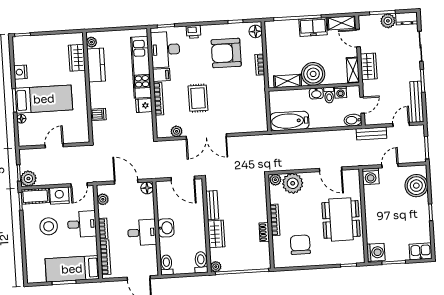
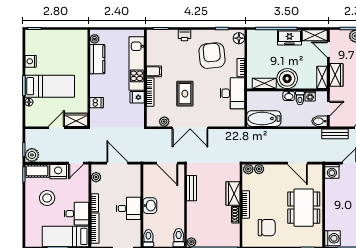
desk: (165, 50) -> (232, 93), moved, turned 180
armchair: (226, 53) -> (212, 56), turned 84
wardrobe: (77, 58) -> (76, 120), moved, turned 90
plant: (293, 183) -> (259, 169), width x0.53, depth x0.53
floor lamp: (147, 188) -> (135, 170), removed
desk: (82, 224) -> (76, 214), moved
wardrobe: (216, 234) -> (233, 193), moved, turned 180
chair: (300, 245) -> (267, 228), turned 90

